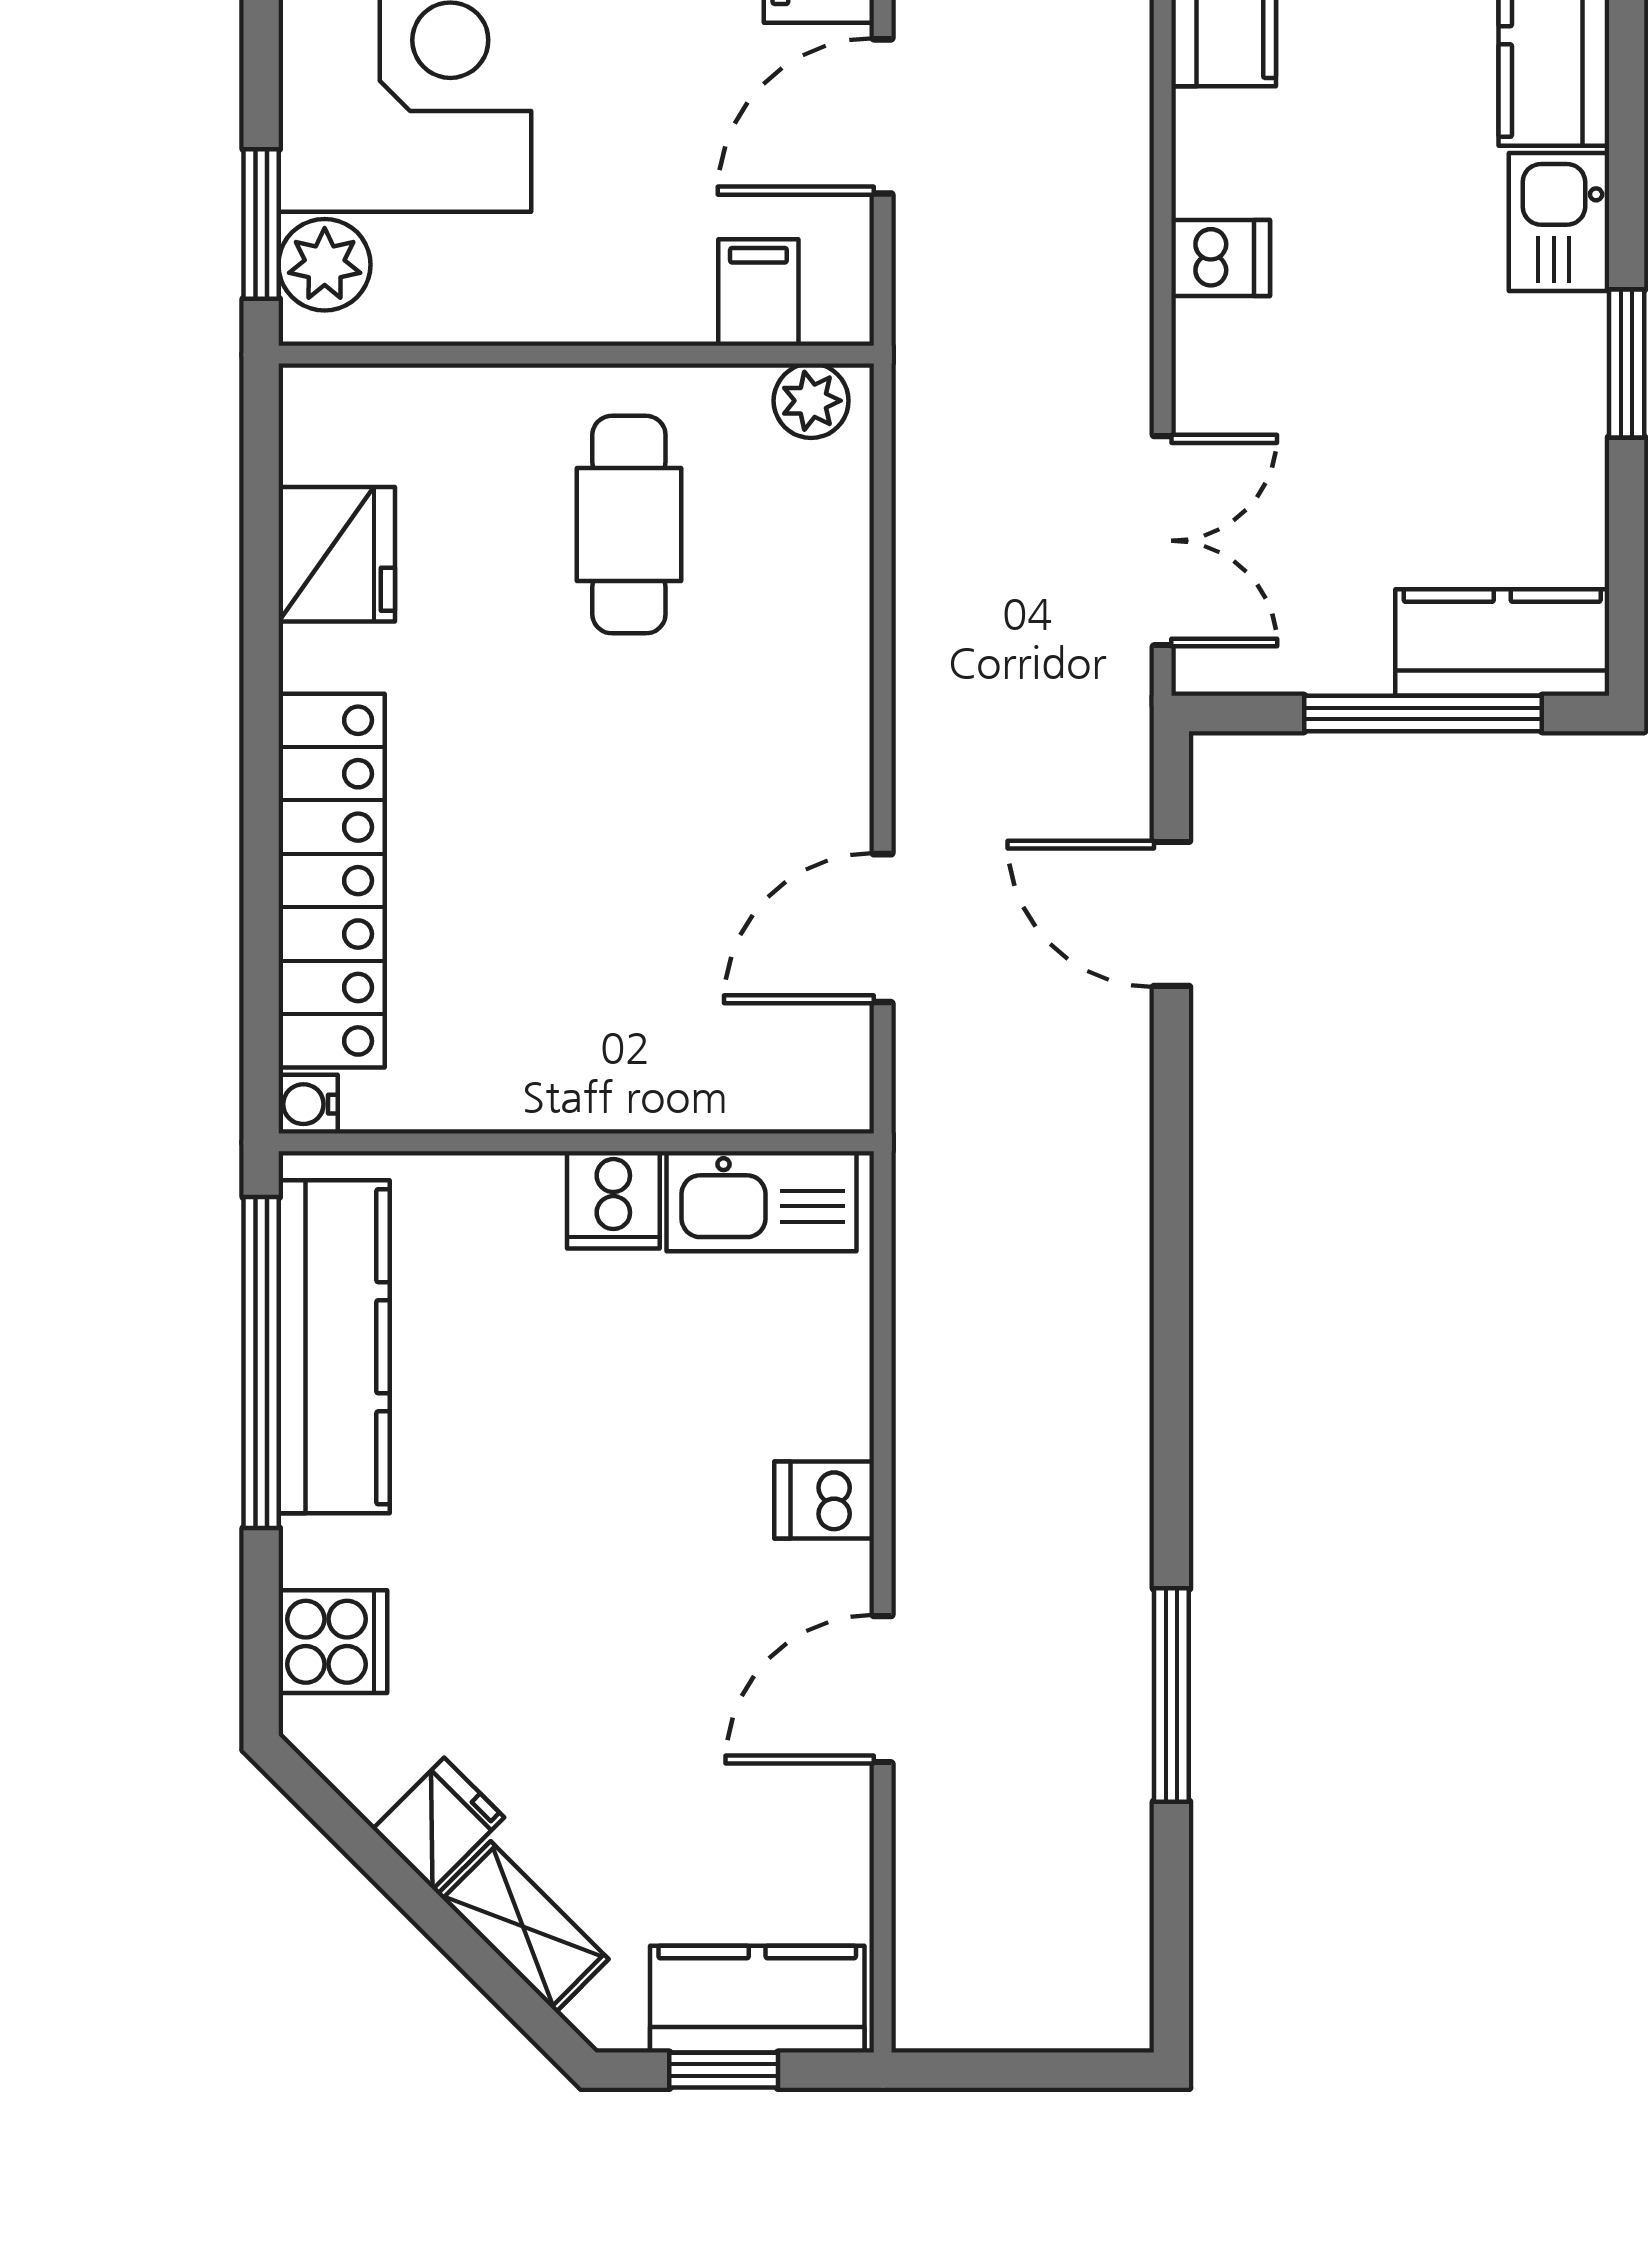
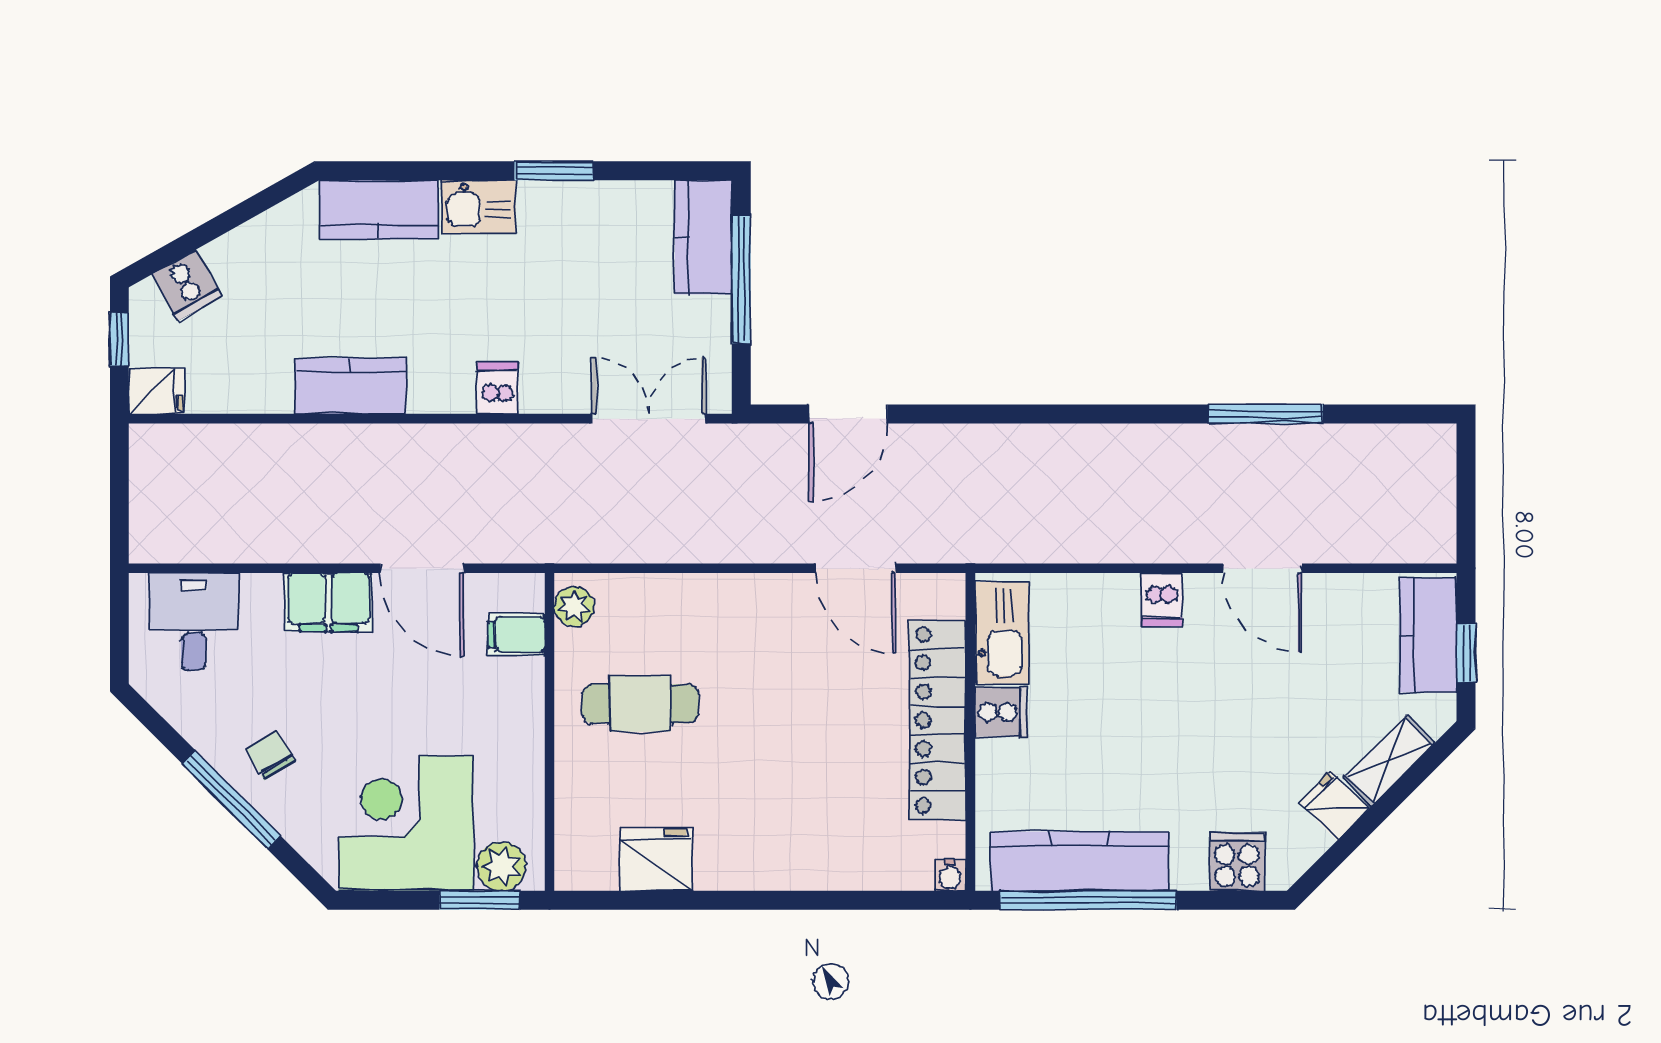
locker: (332, 881) -> (937, 720), moved, turned -90

